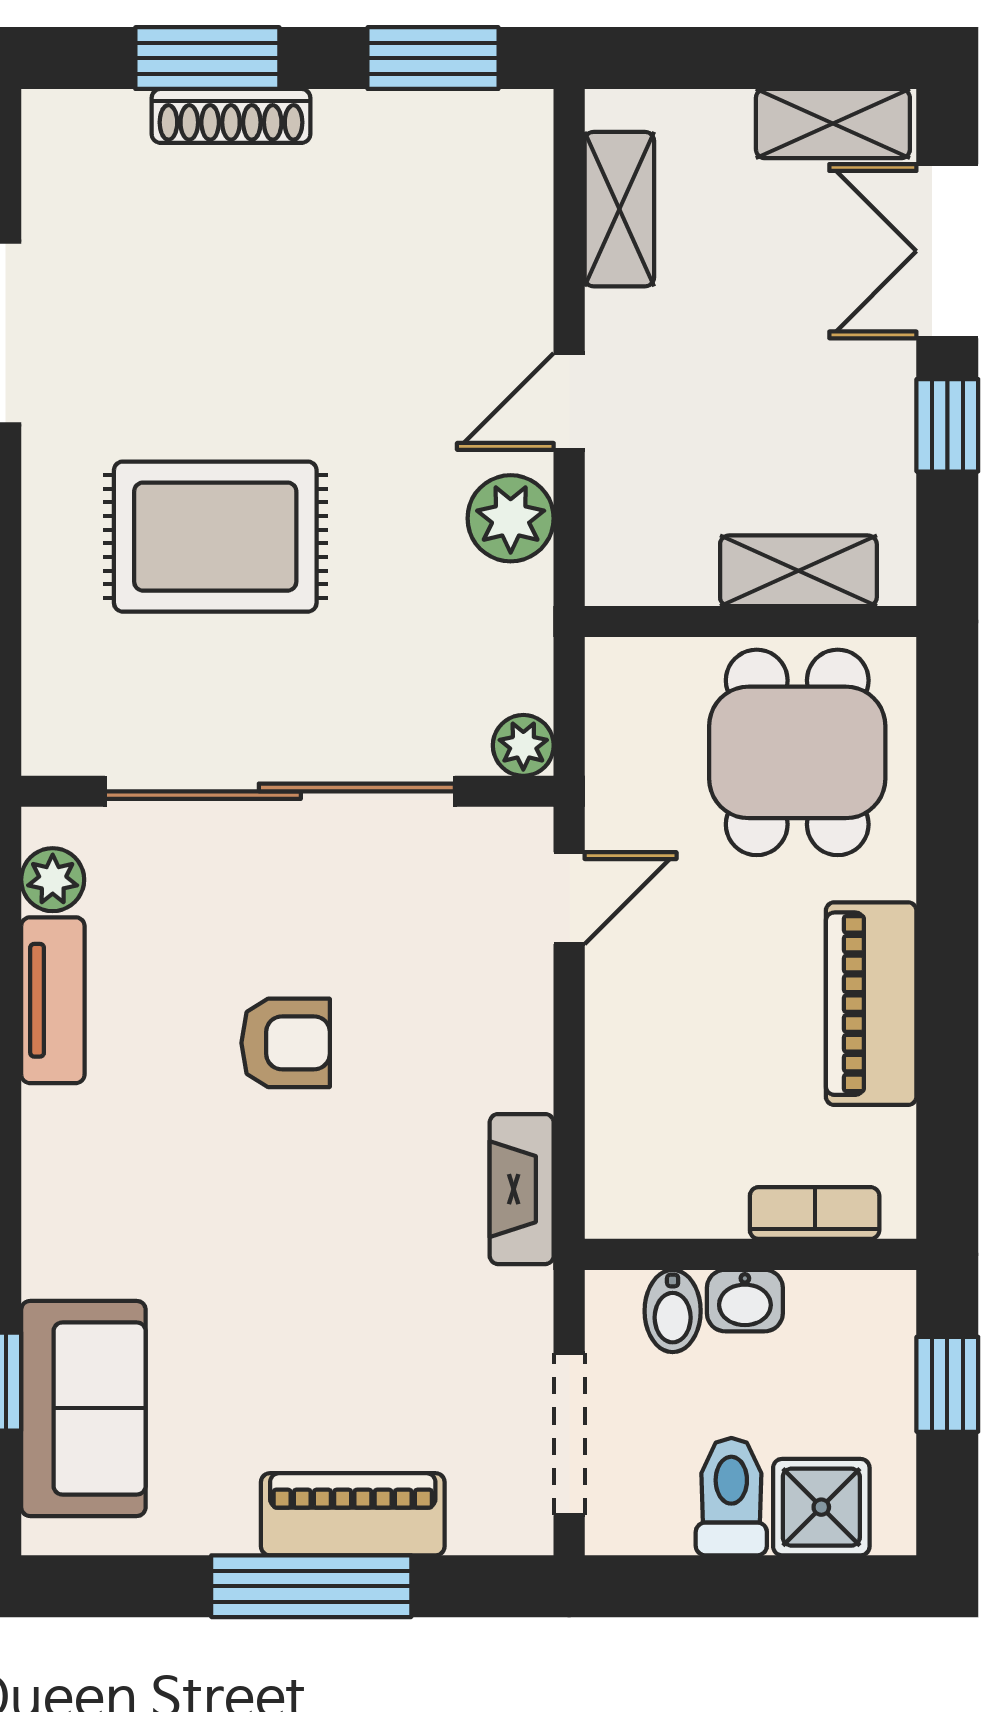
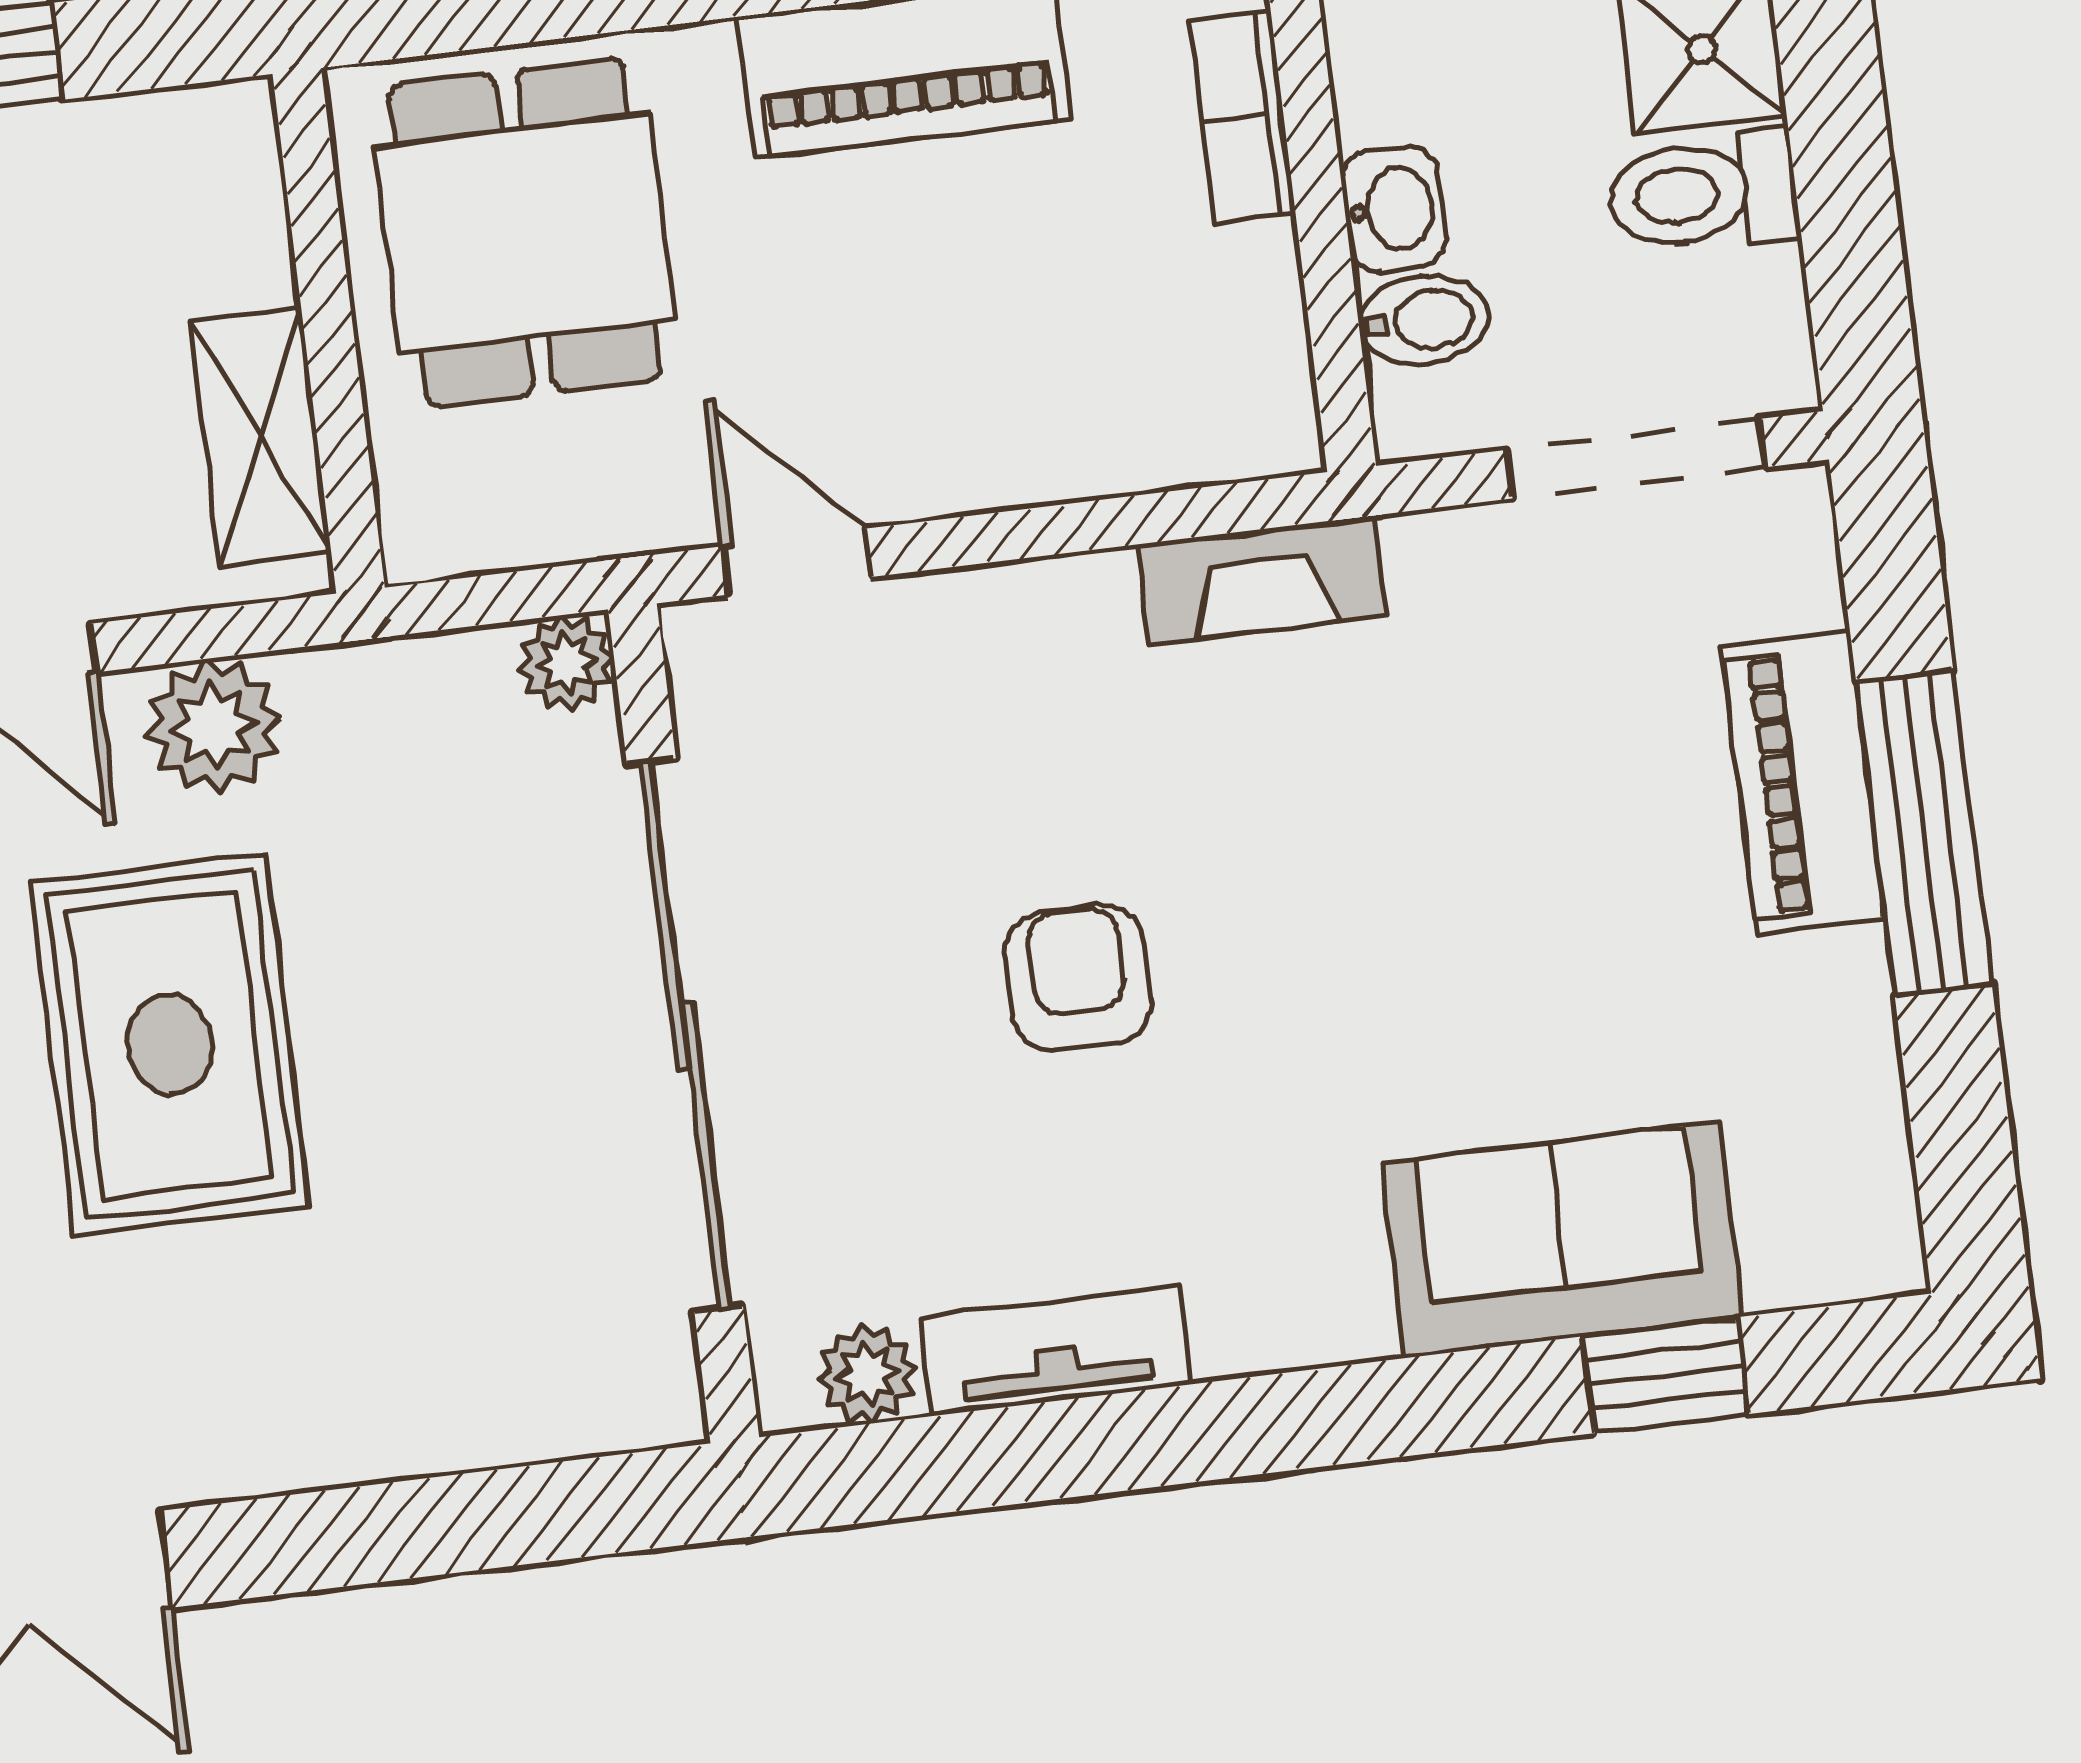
rug: (215, 537) -> (170, 1044), moved
shelving: (798, 571) -> (261, 436), moved
dining table: (797, 752) -> (525, 233), turned 90
sofa: (83, 1408) -> (1561, 1240), moved

